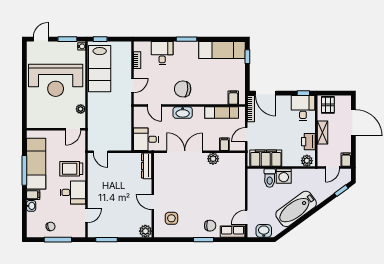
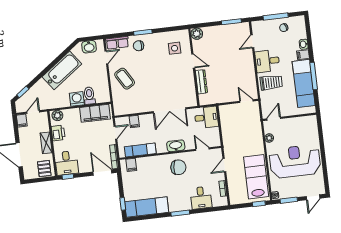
plant: (213, 159) -> (143, 107), removed
dresser: (147, 166) -> (201, 82), moved
coffee table: (229, 192) -> (125, 79), added

